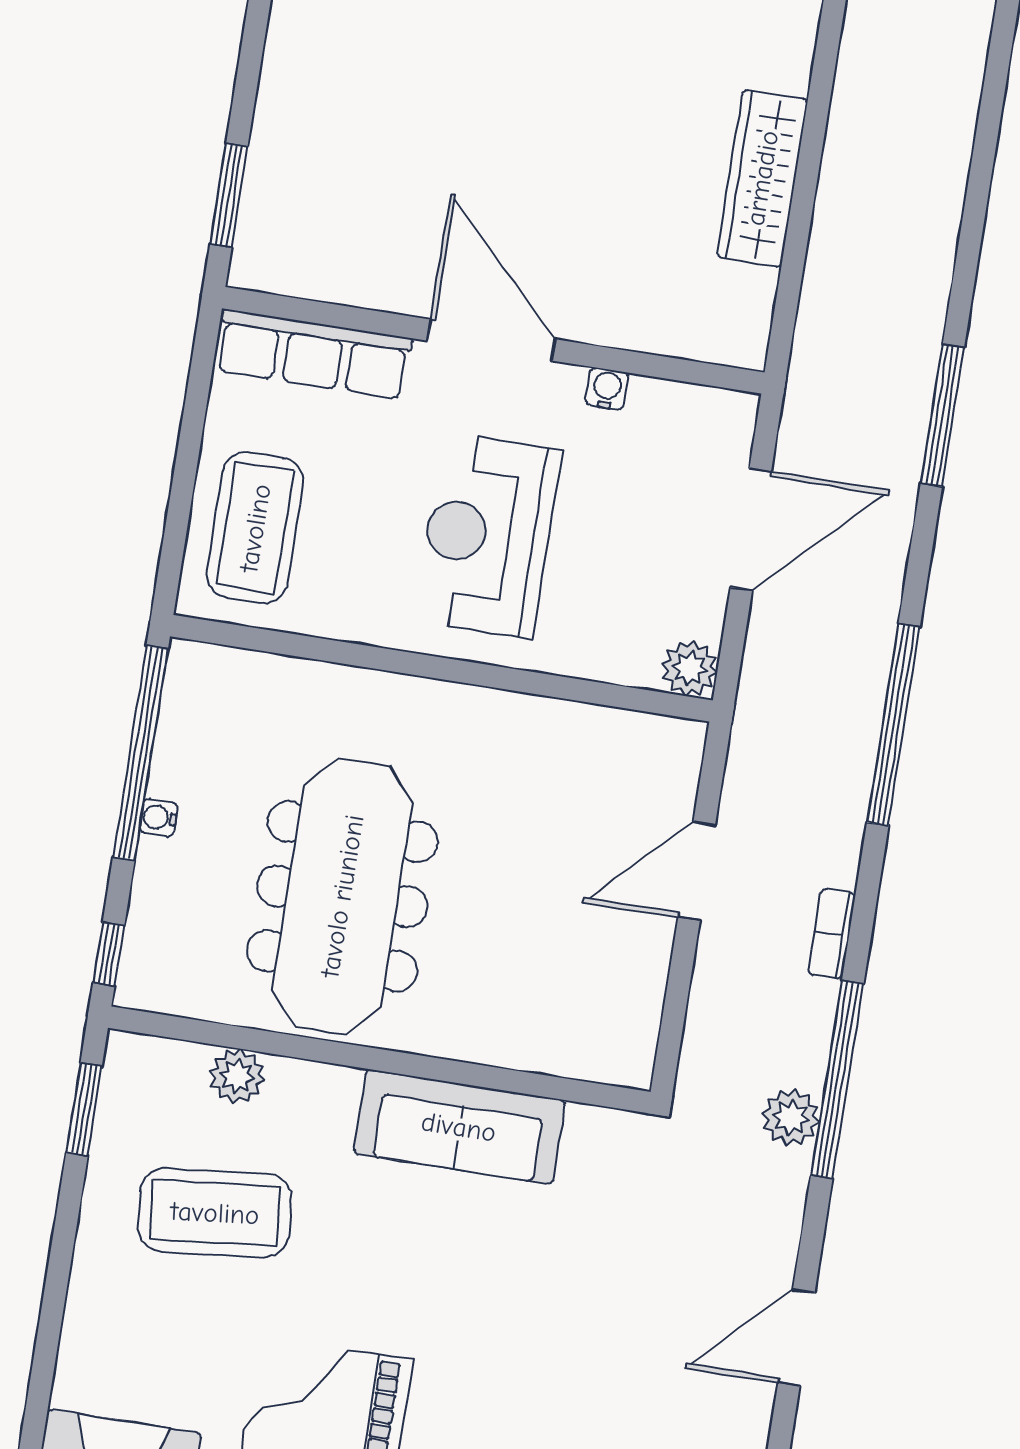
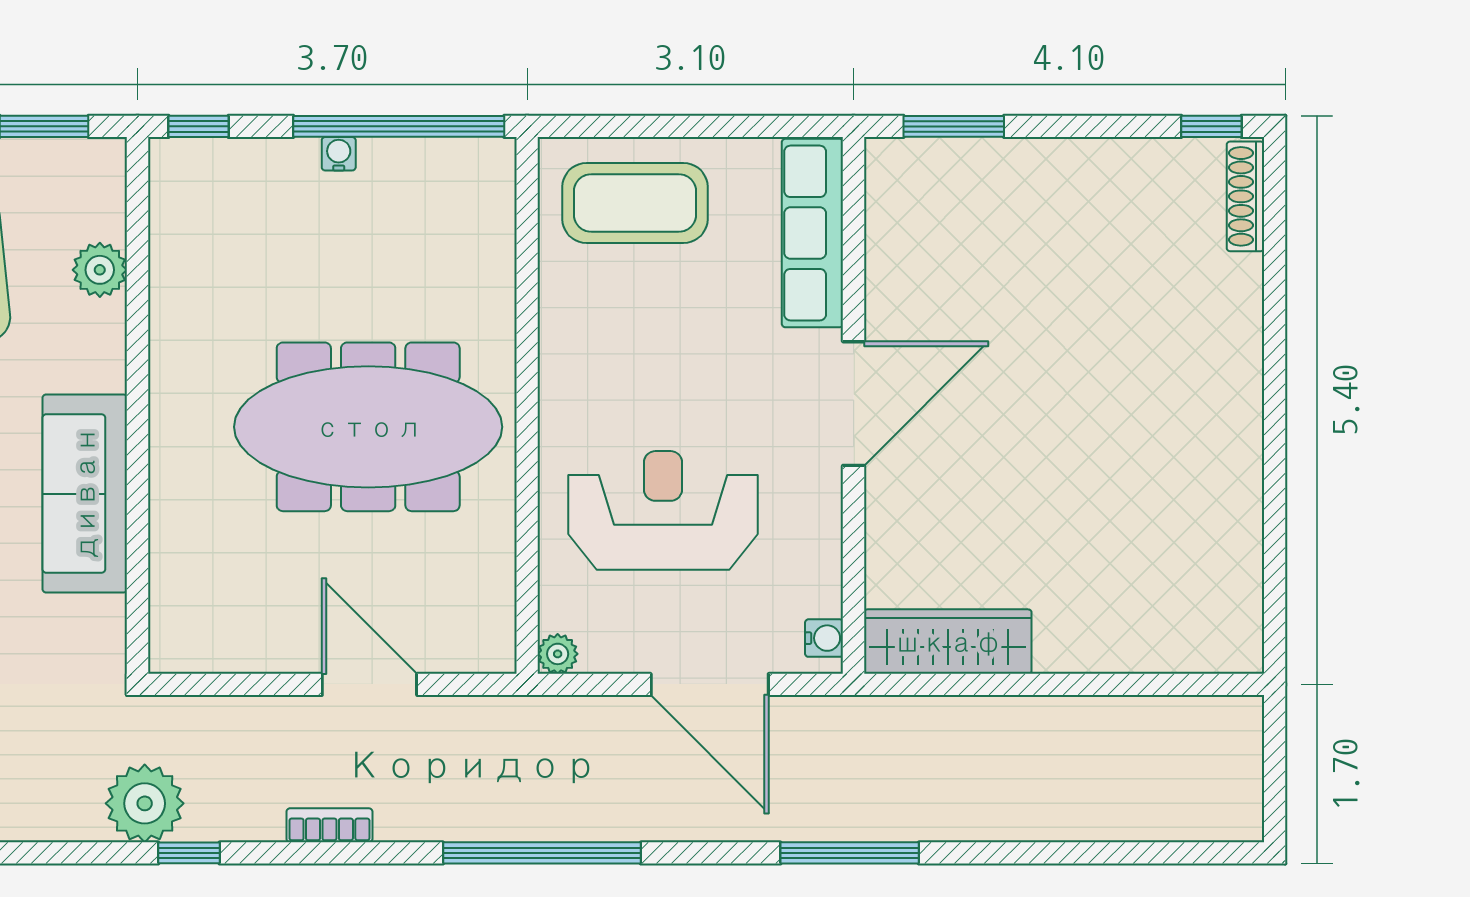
wardrobe: (762, 178) -> (948, 642), moved
water cooler: (607, 389) -> (824, 638), moved
reception desk: (488, 535) -> (663, 510), moved
plant: (690, 668) -> (558, 654), width x0.73, depth x0.73
meeting table: (342, 896) -> (368, 427), moved
window: (837, 1079) -> (189, 853), width x0.32
plant: (791, 1118) -> (145, 803), width x1.36, depth x1.36

